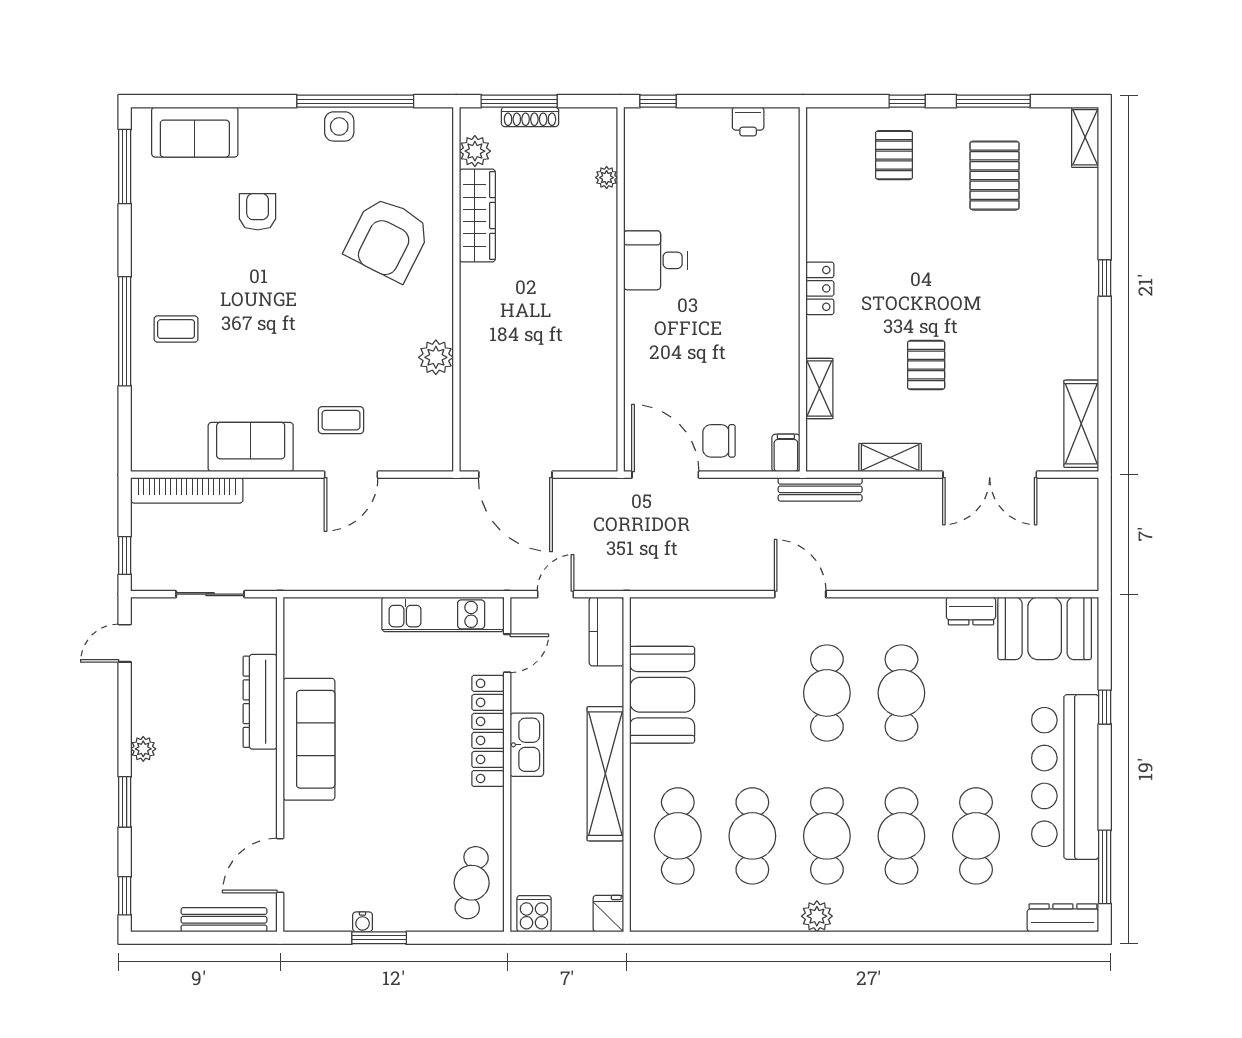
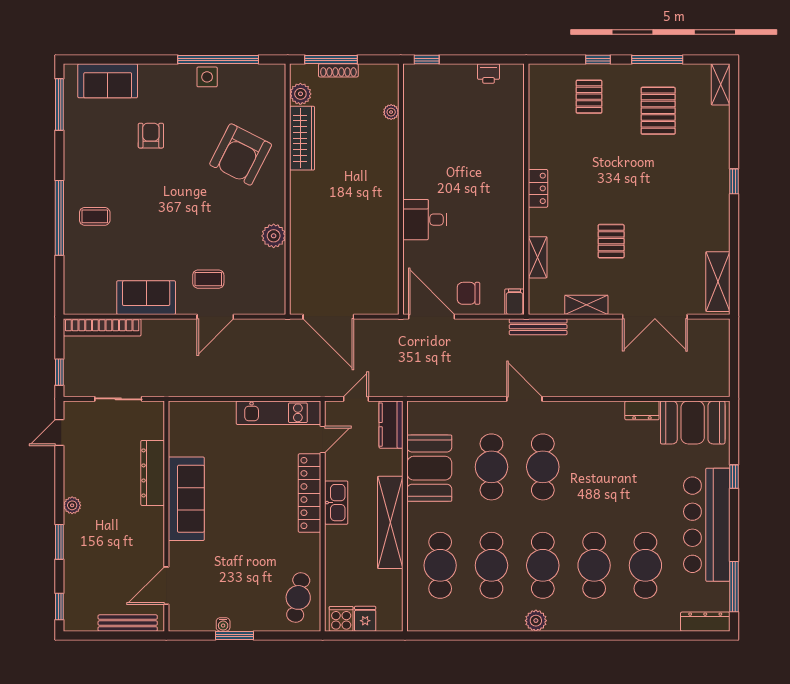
desk: (655, 260) -> (425, 220), moved
cafe table: (901, 693) -> (491, 467), moved
fridge: (608, 914) -> (365, 619), moved

